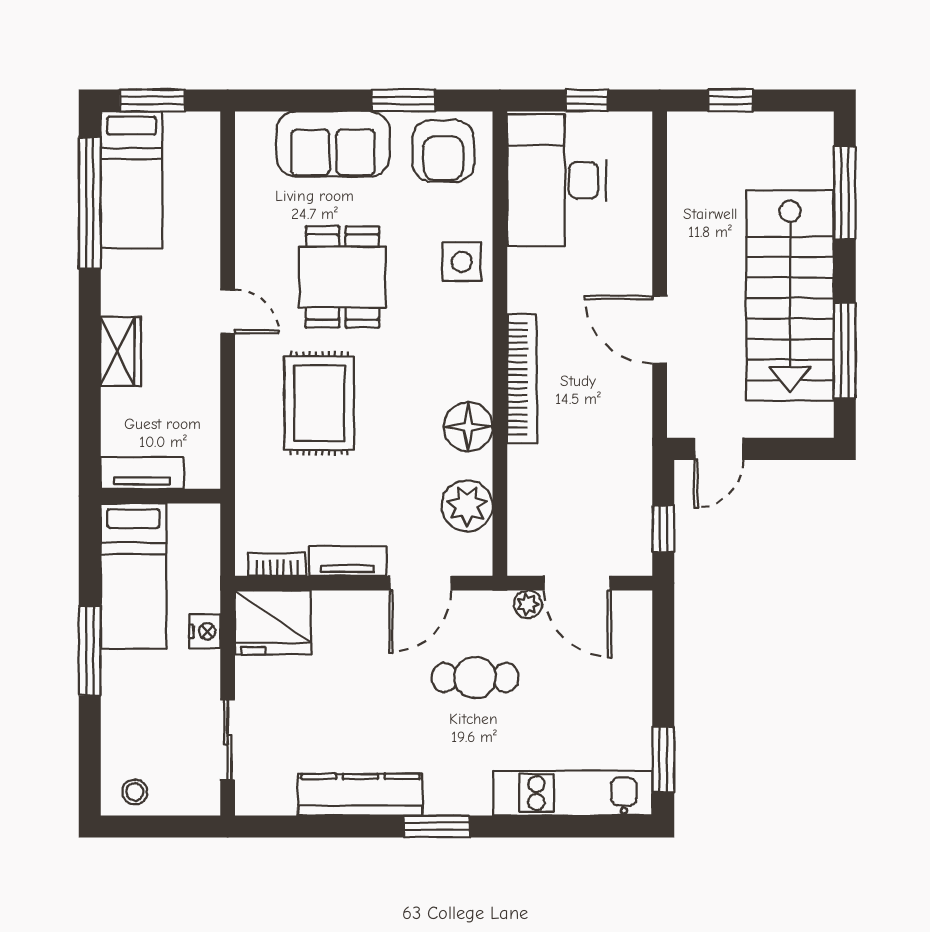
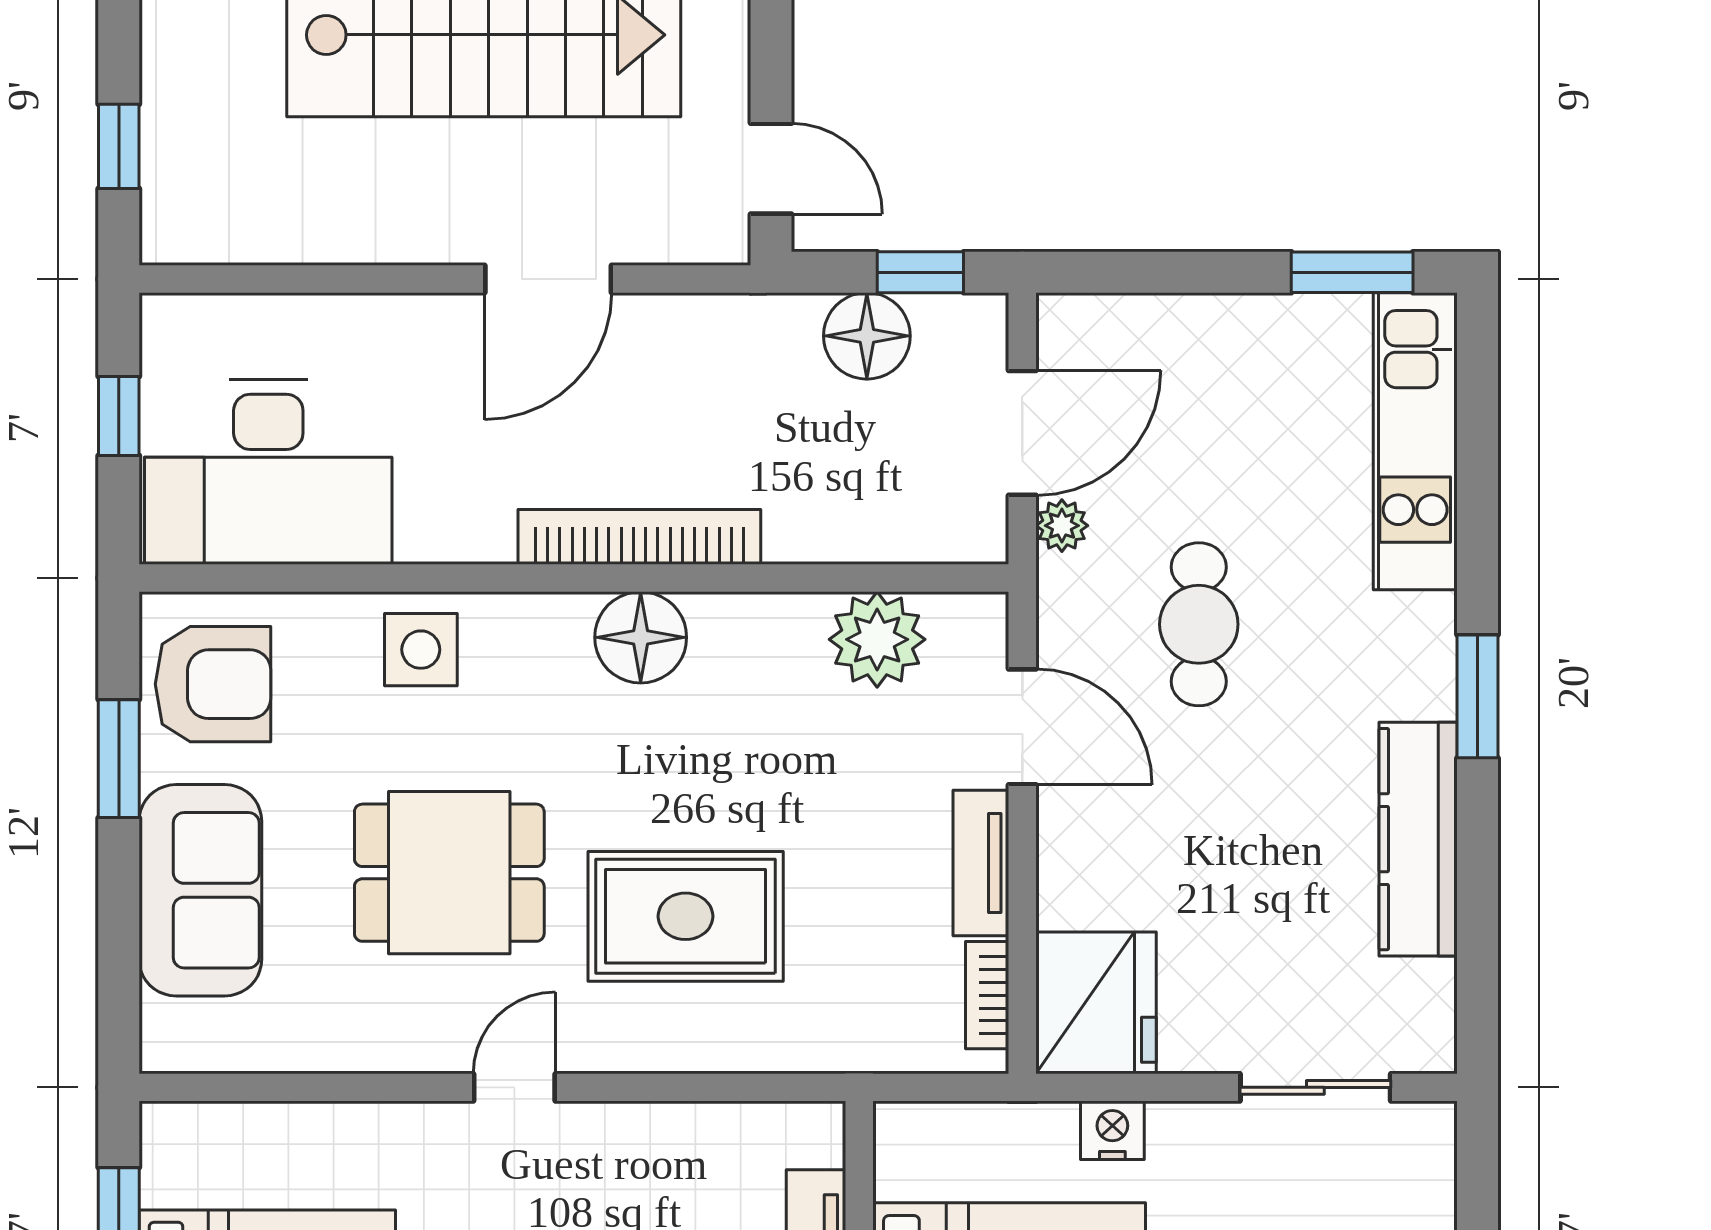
floor lamp: (468, 427) -> (641, 637), moved
floor lamp: (629, 500) -> (867, 336), added

